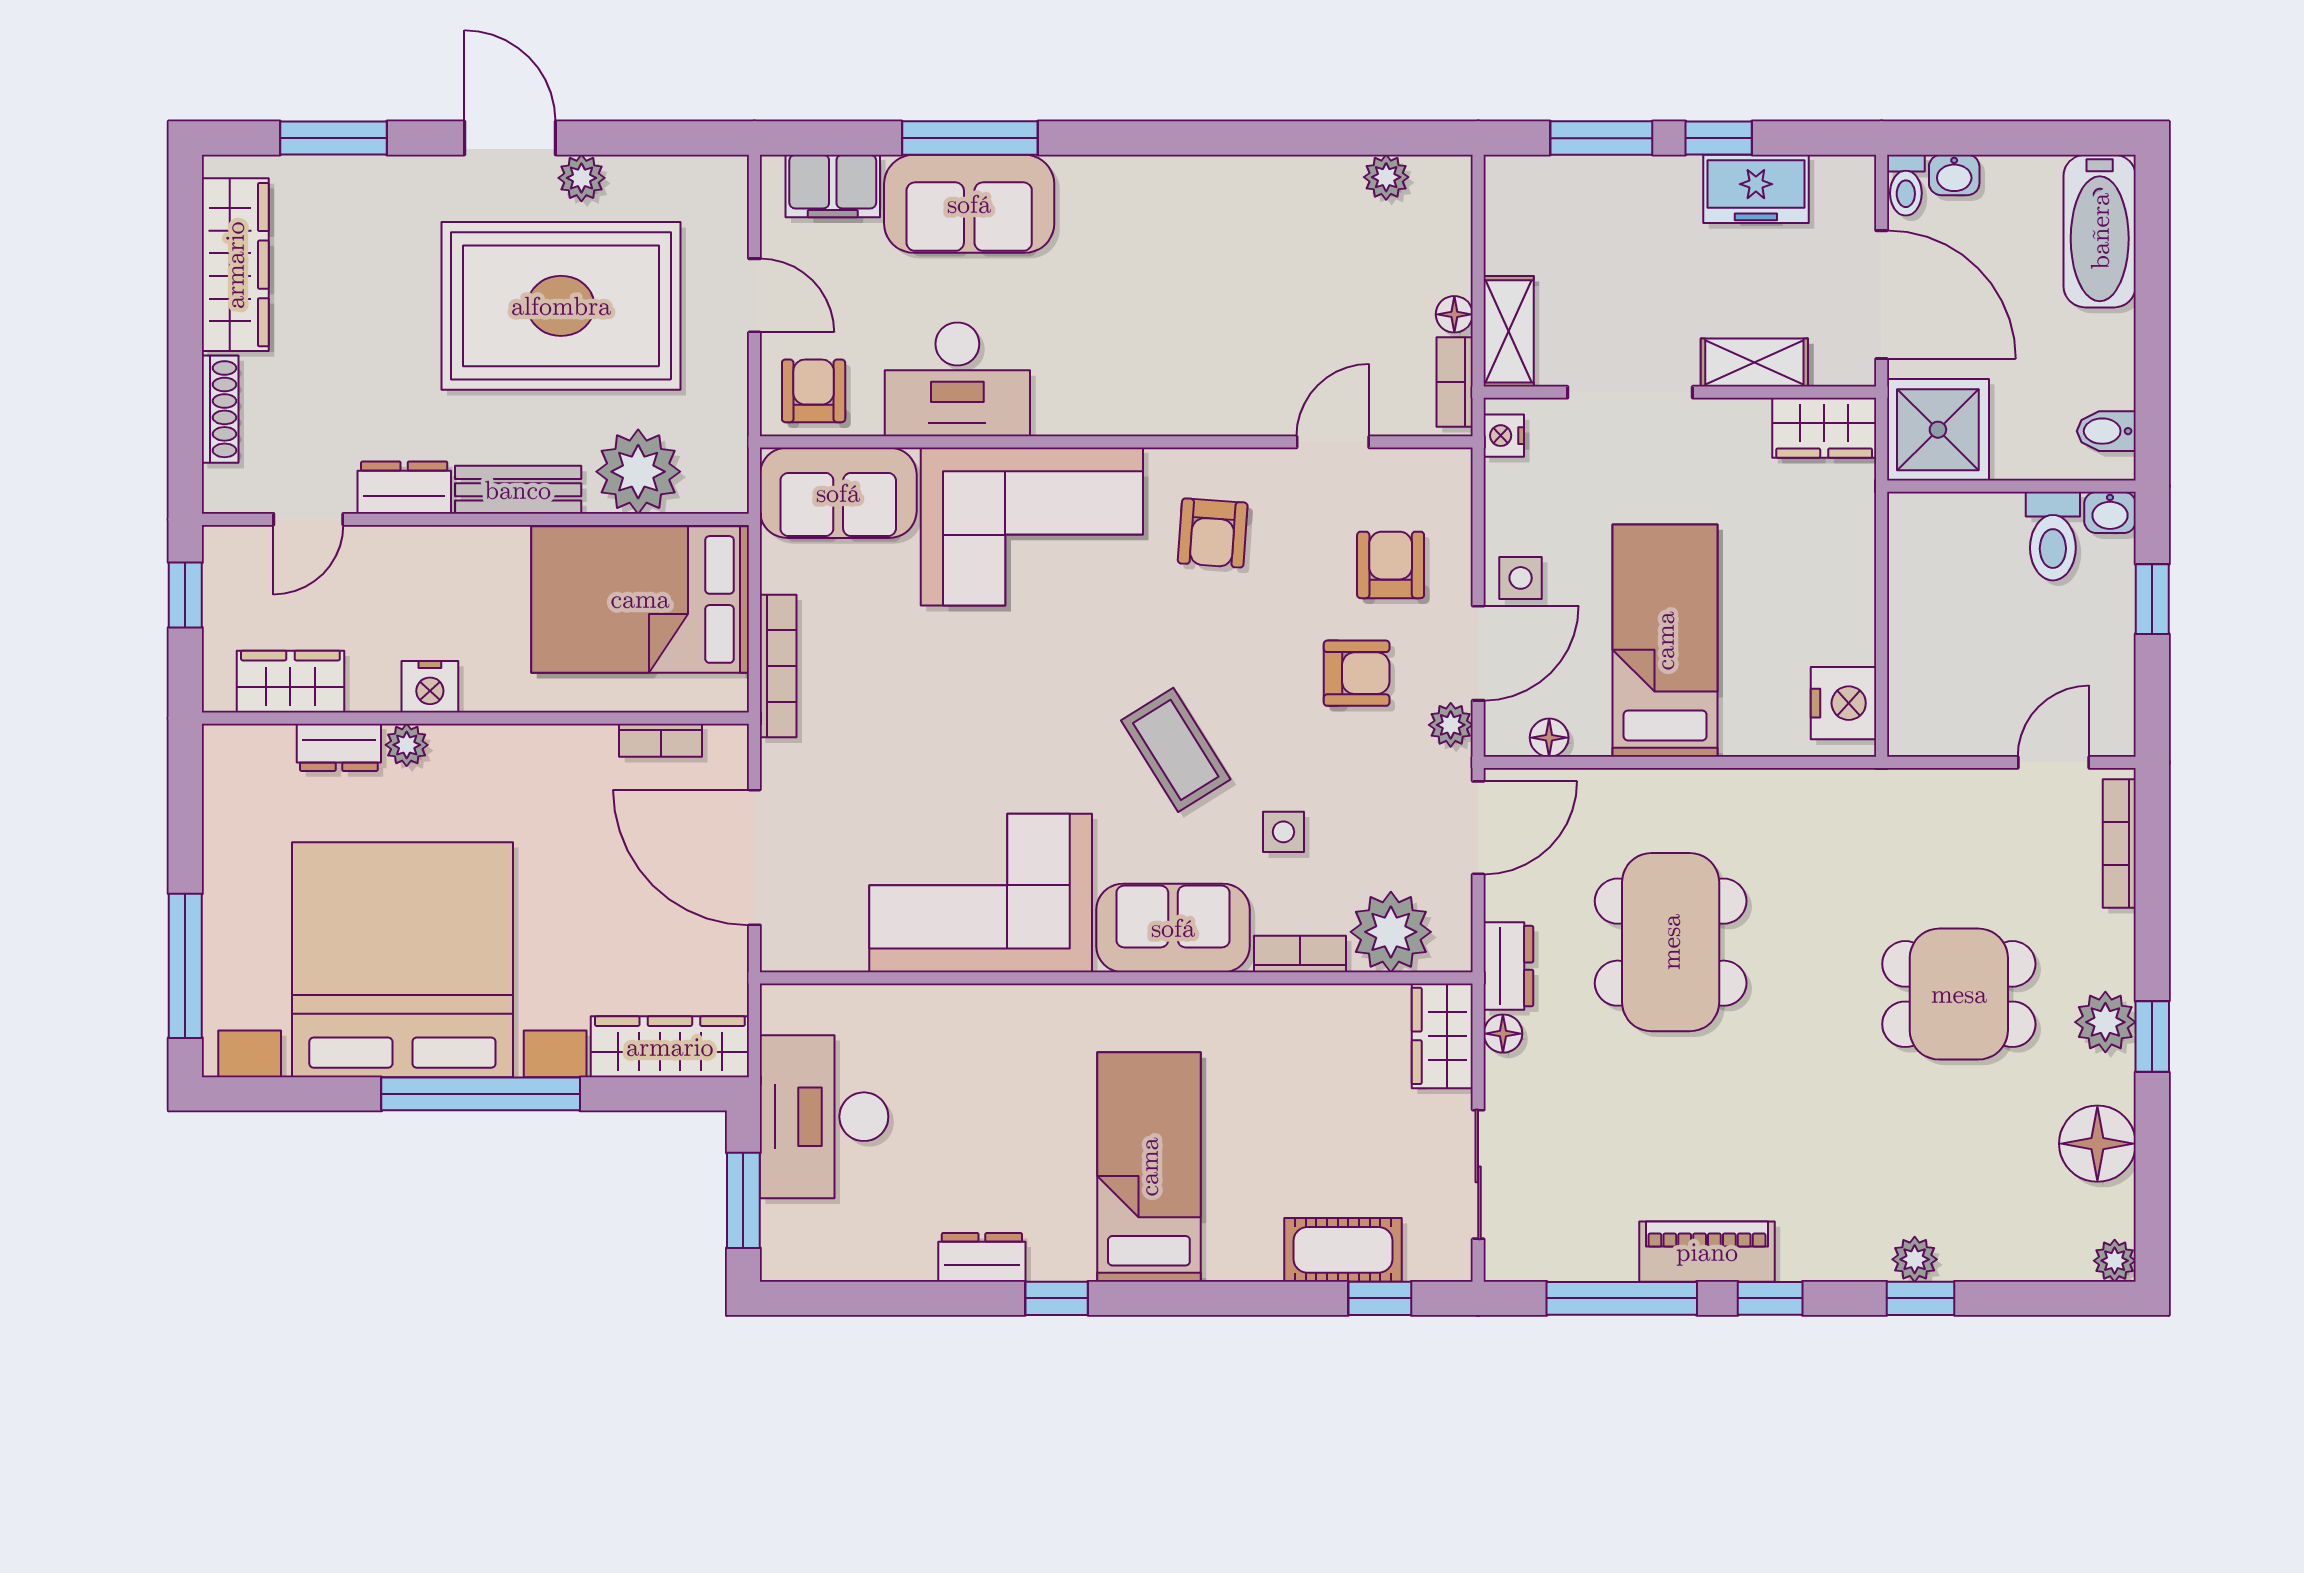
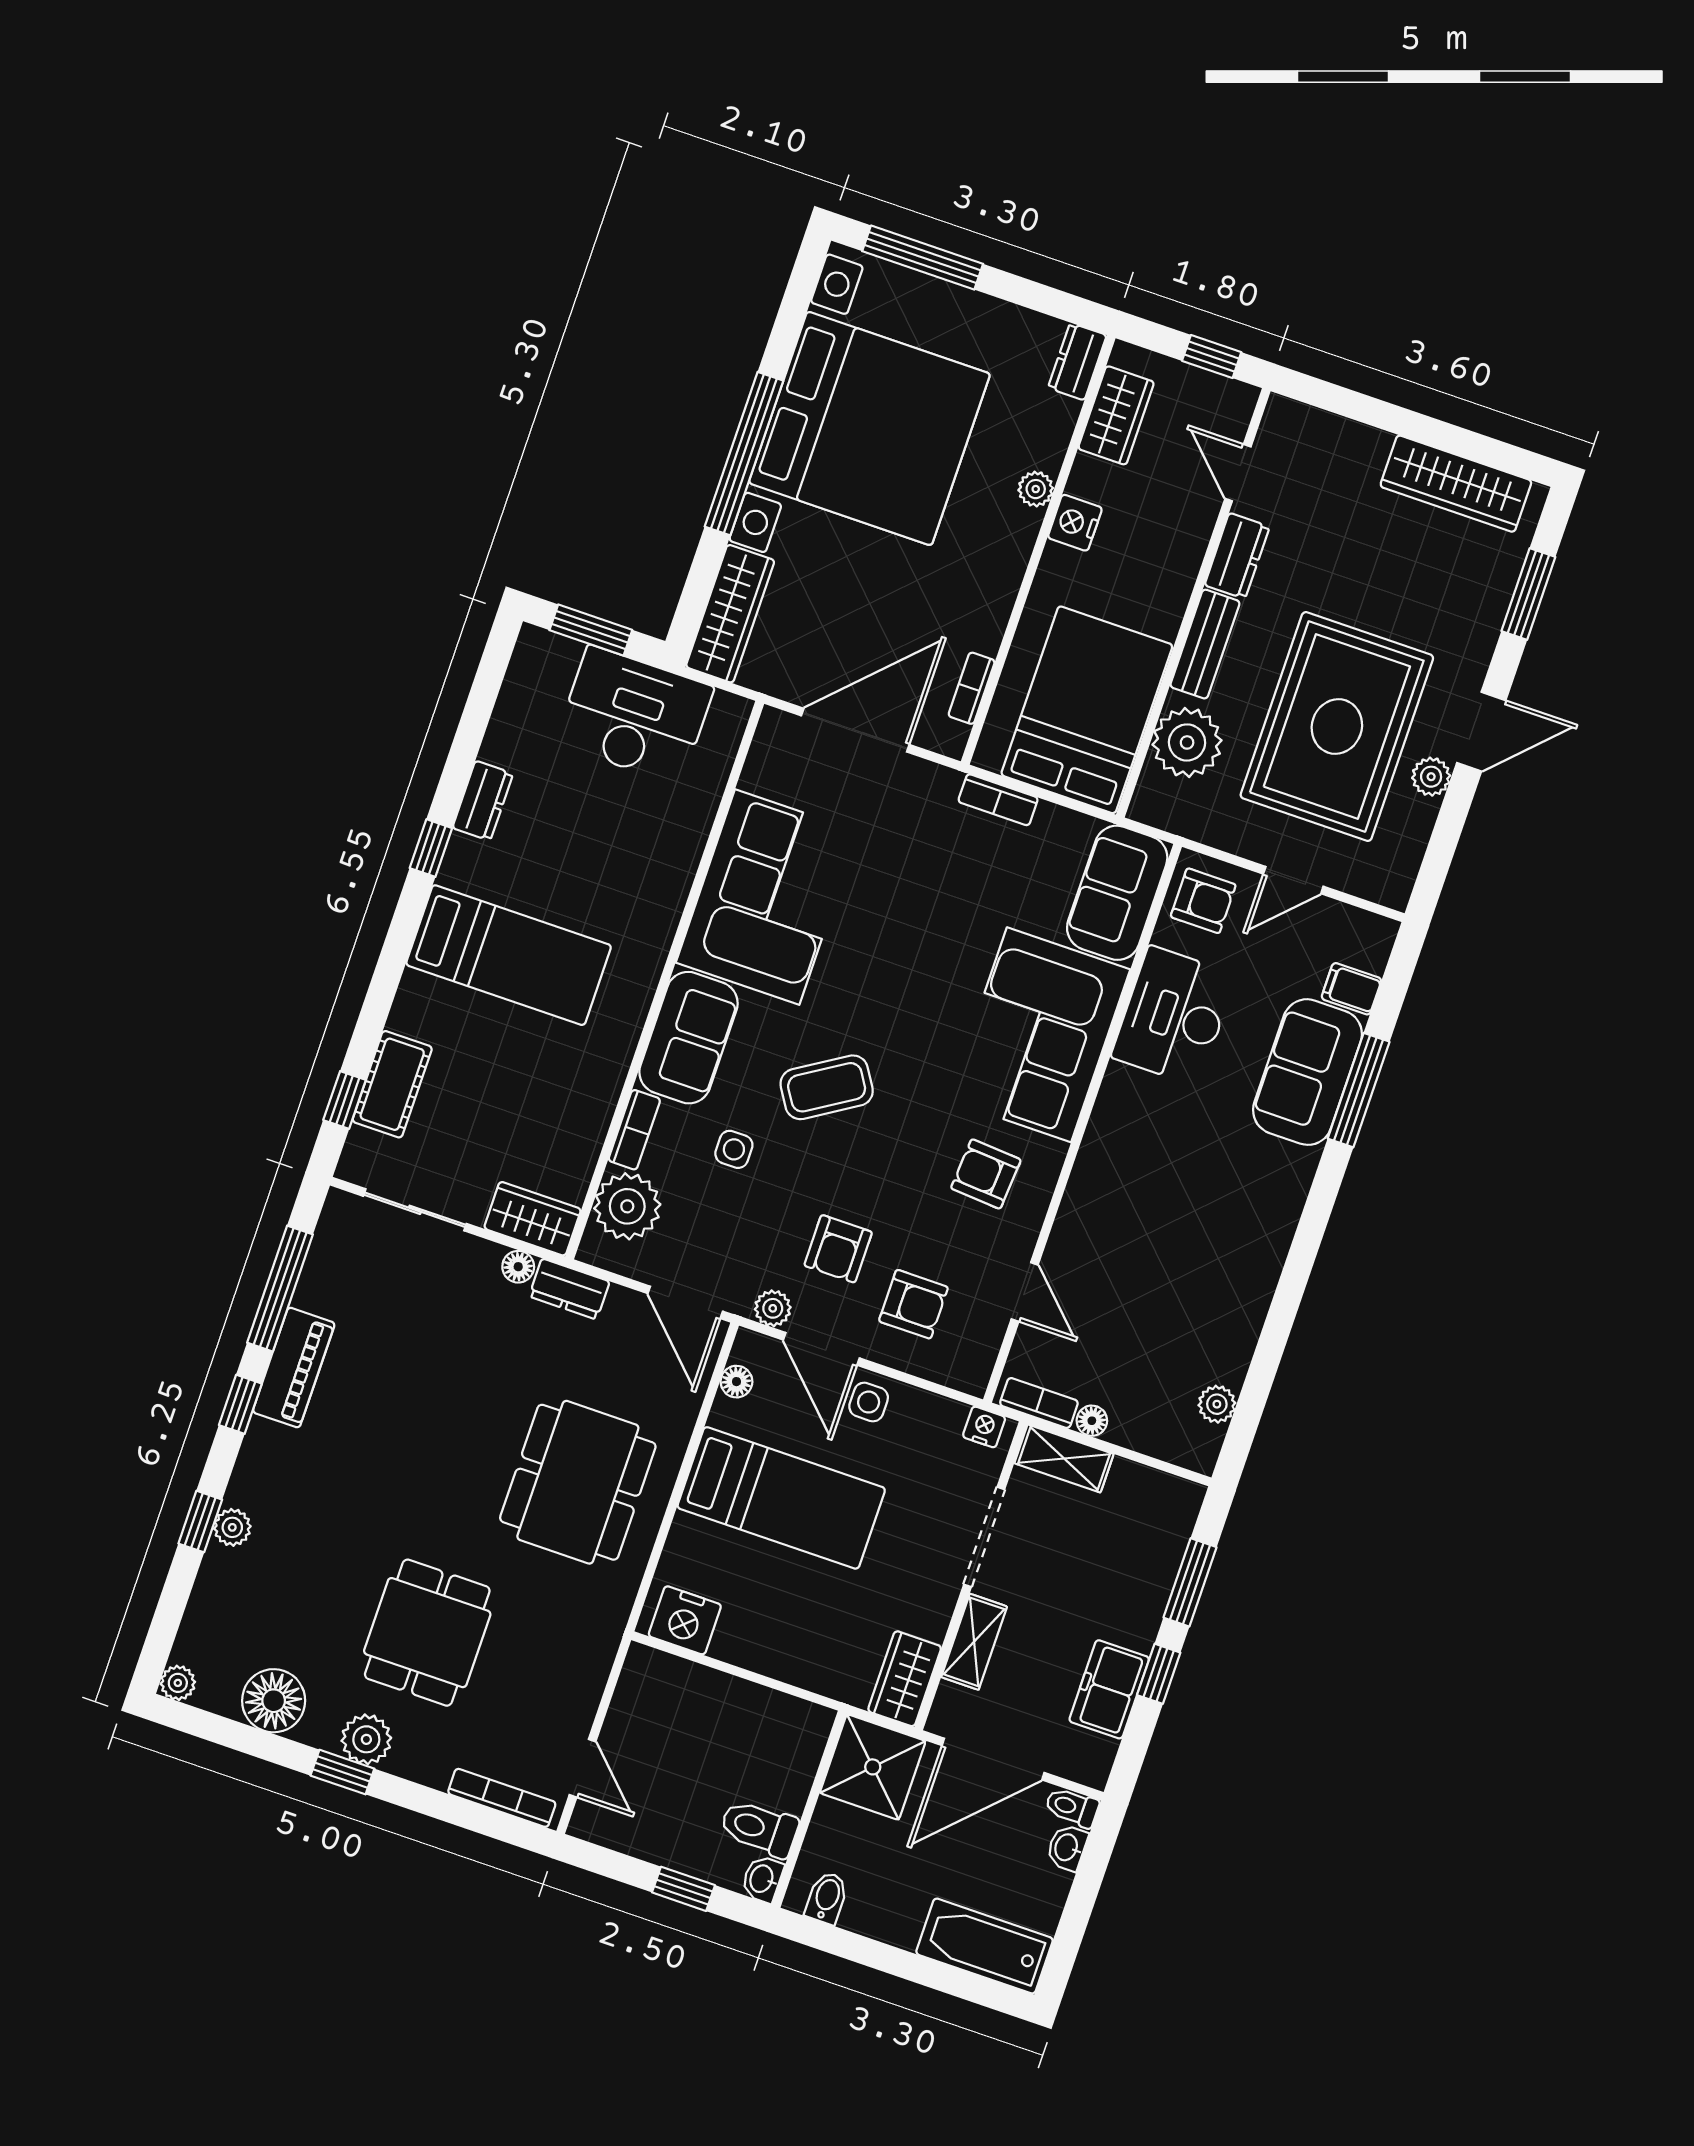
filing cabinet: (833, 186) -> (1351, 989), width x0.50
shoe rack: (220, 409) -> (1347, 433), removed
bookcase: (778, 666) -> (998, 800), width x0.64
dresser: (339, 747) -> (1077, 362), moved
dining table: (1671, 942) -> (578, 1482), moved, turned 90

